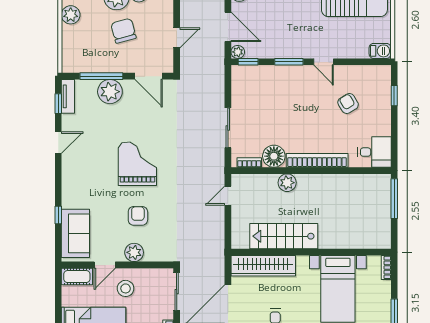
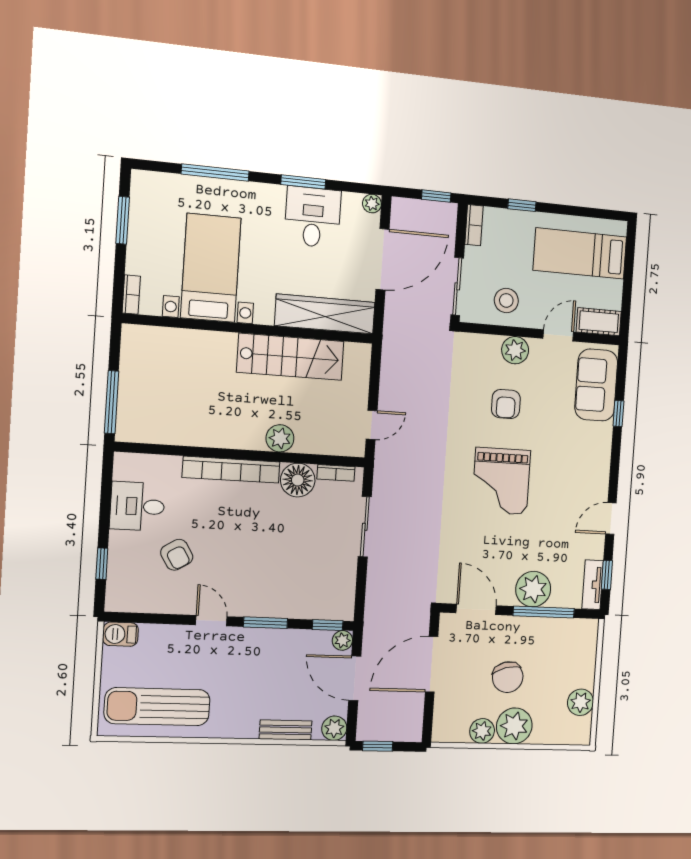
door: (177, 38) -> (432, 664), width x1.88
desk: (374, 152) -> (137, 506), moved
stool: (126, 288) -> (506, 300), moved

